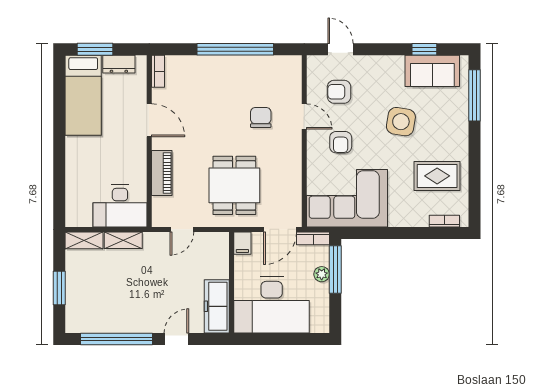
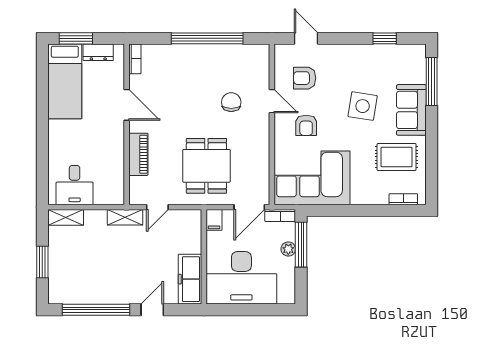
sofa: (432, 71) -> (411, 110), moved, turned 90
desk: (120, 206) -> (75, 185), moved, width x0.73
shelving: (123, 240) -> (125, 217), moved

